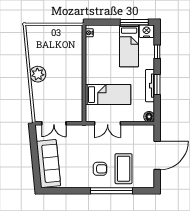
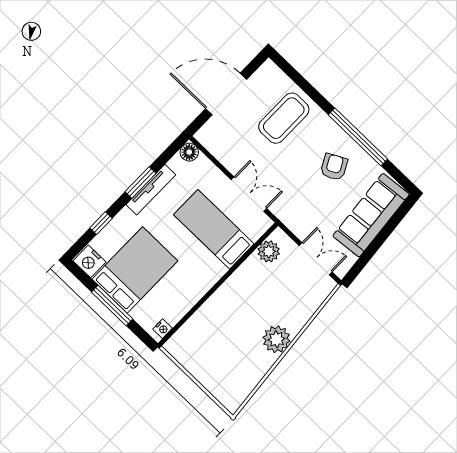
window: (134, 22) -> (112, 306), moved
bed: (129, 46) -> (135, 270), width x1.50
plant: (76, 107) -> (269, 251), added
armchair: (100, 169) -> (334, 167), moved, turned 62
window: (112, 191) -> (358, 137), moved

